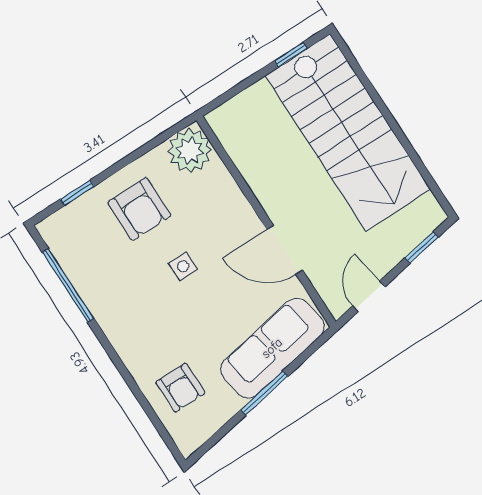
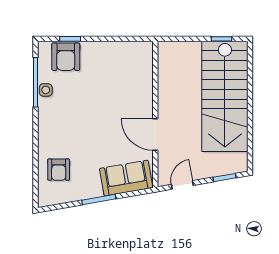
plant: (190, 151) -> (140, 54), removed
armchair: (139, 209) -> (66, 57), moved
side table: (183, 266) -> (46, 90), moved
sofa: (272, 348) -> (126, 178), width x0.73

